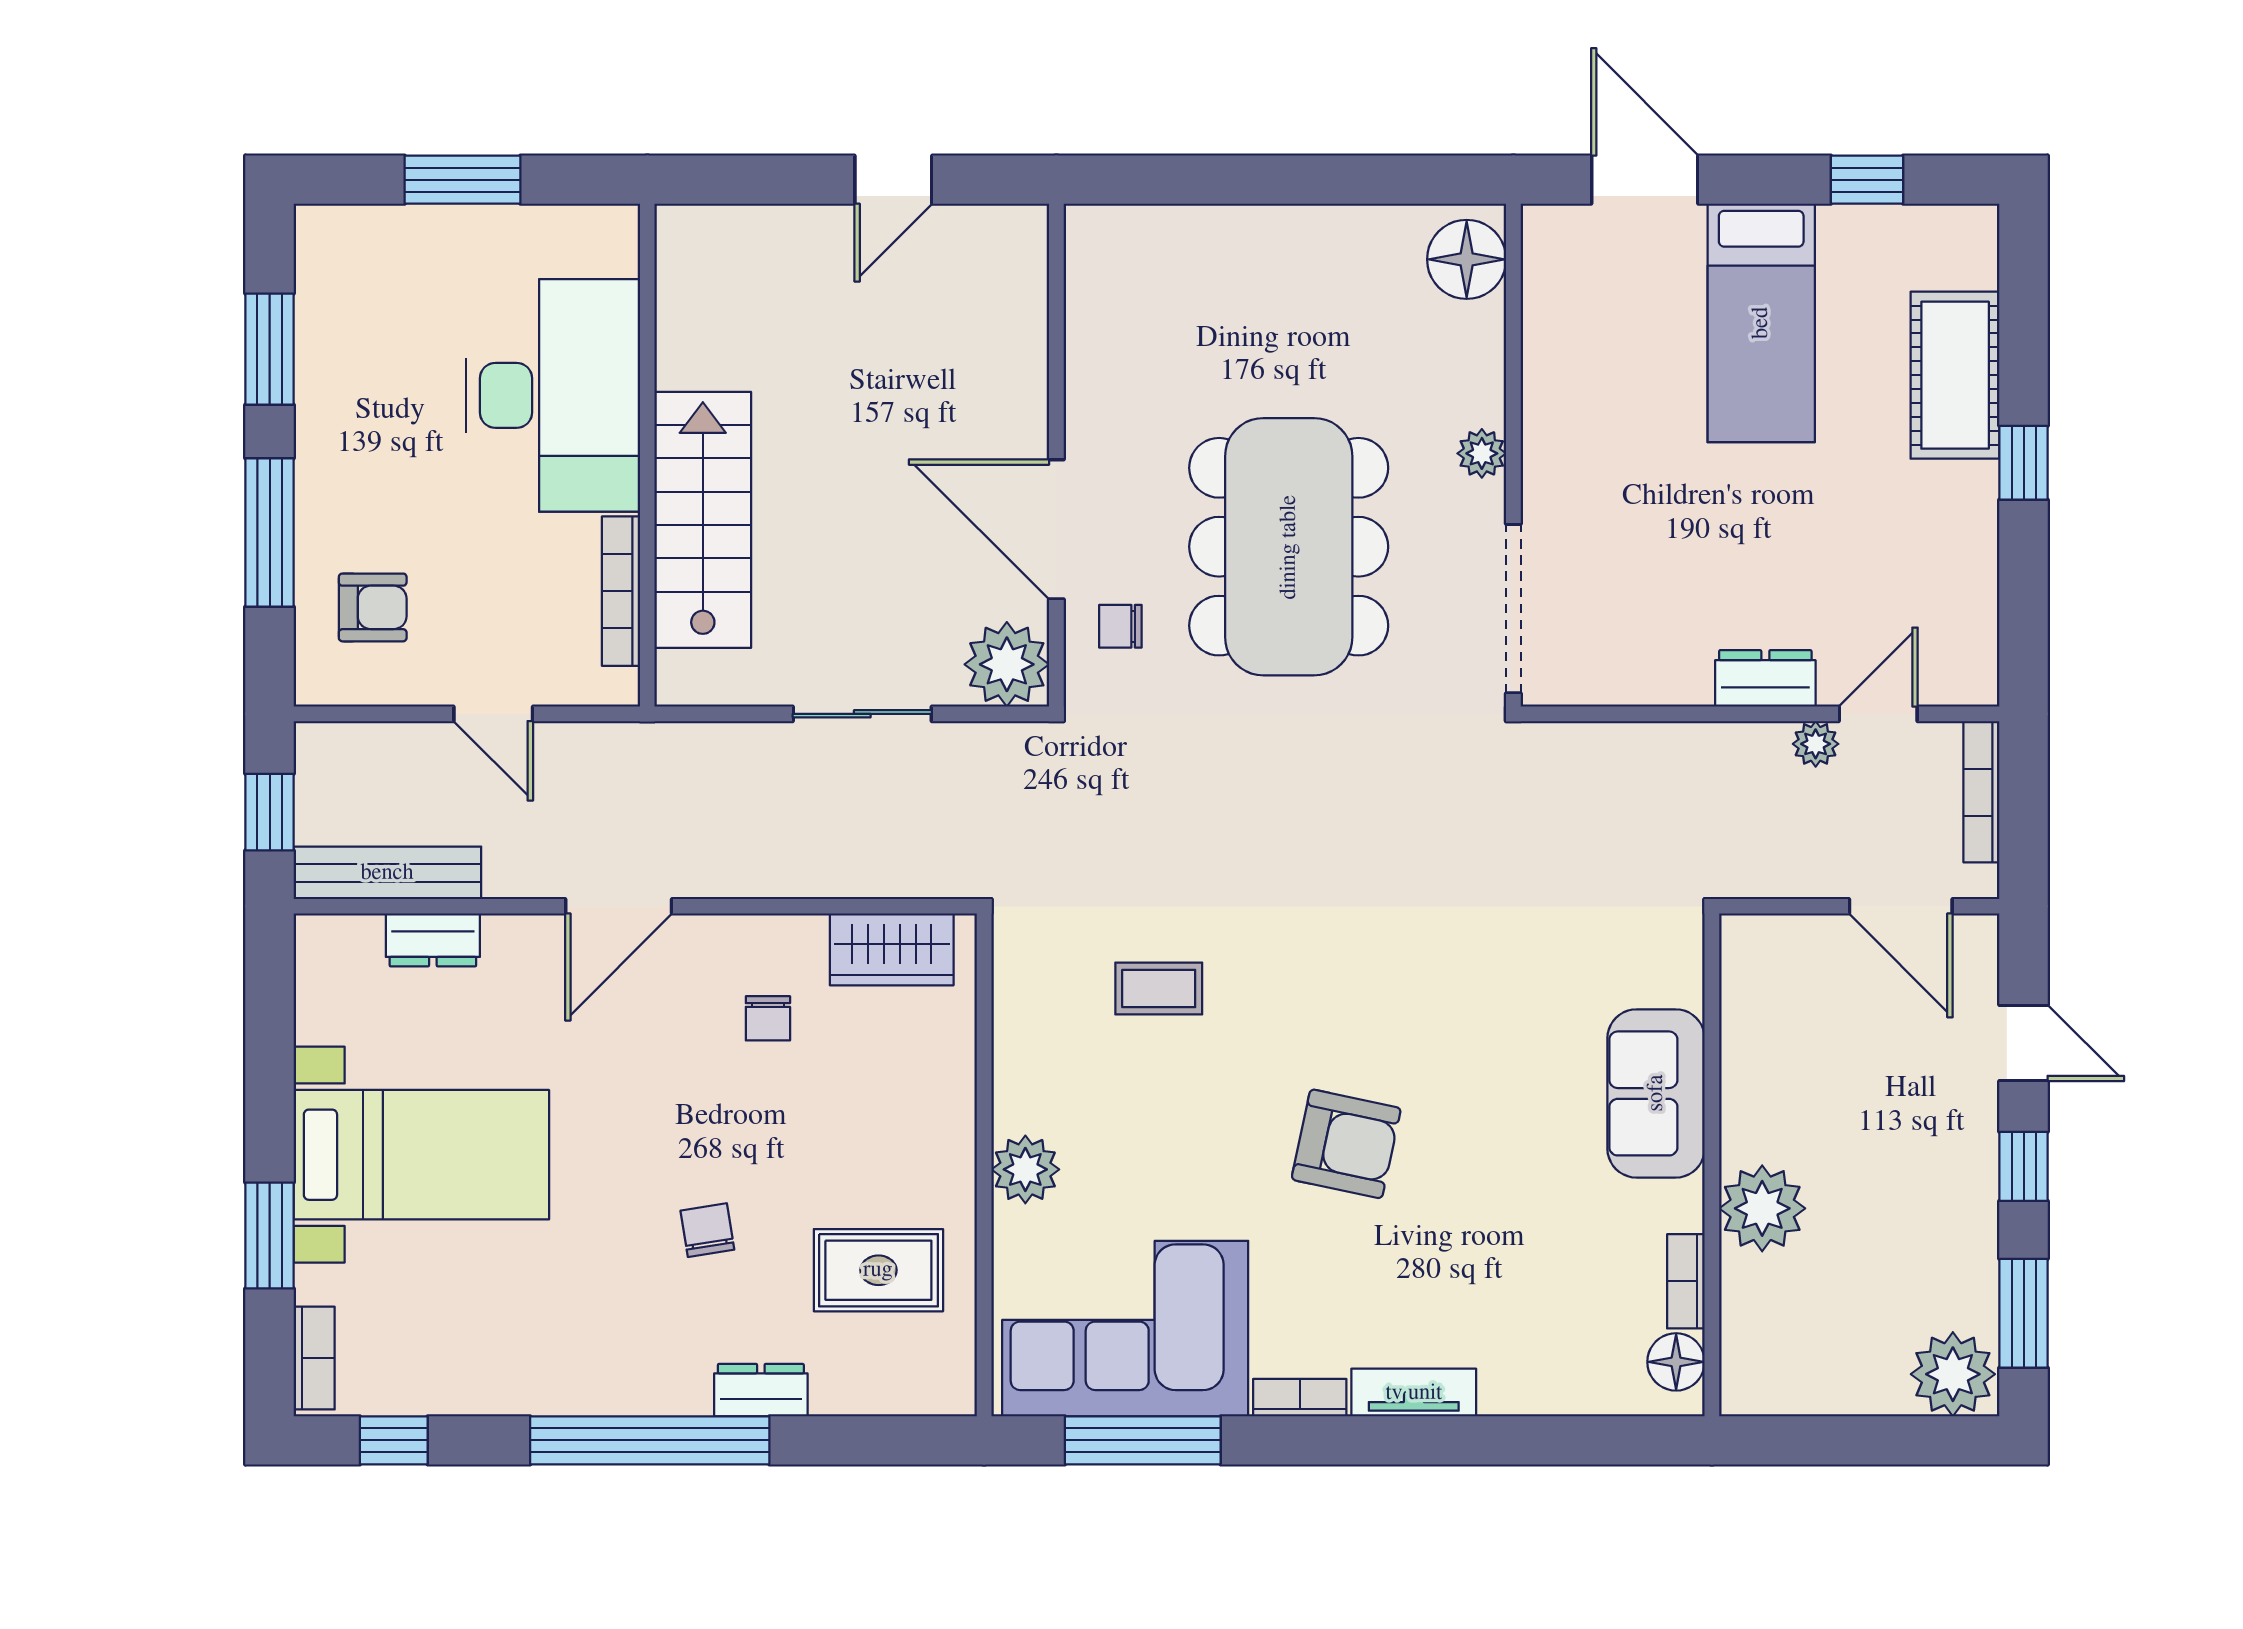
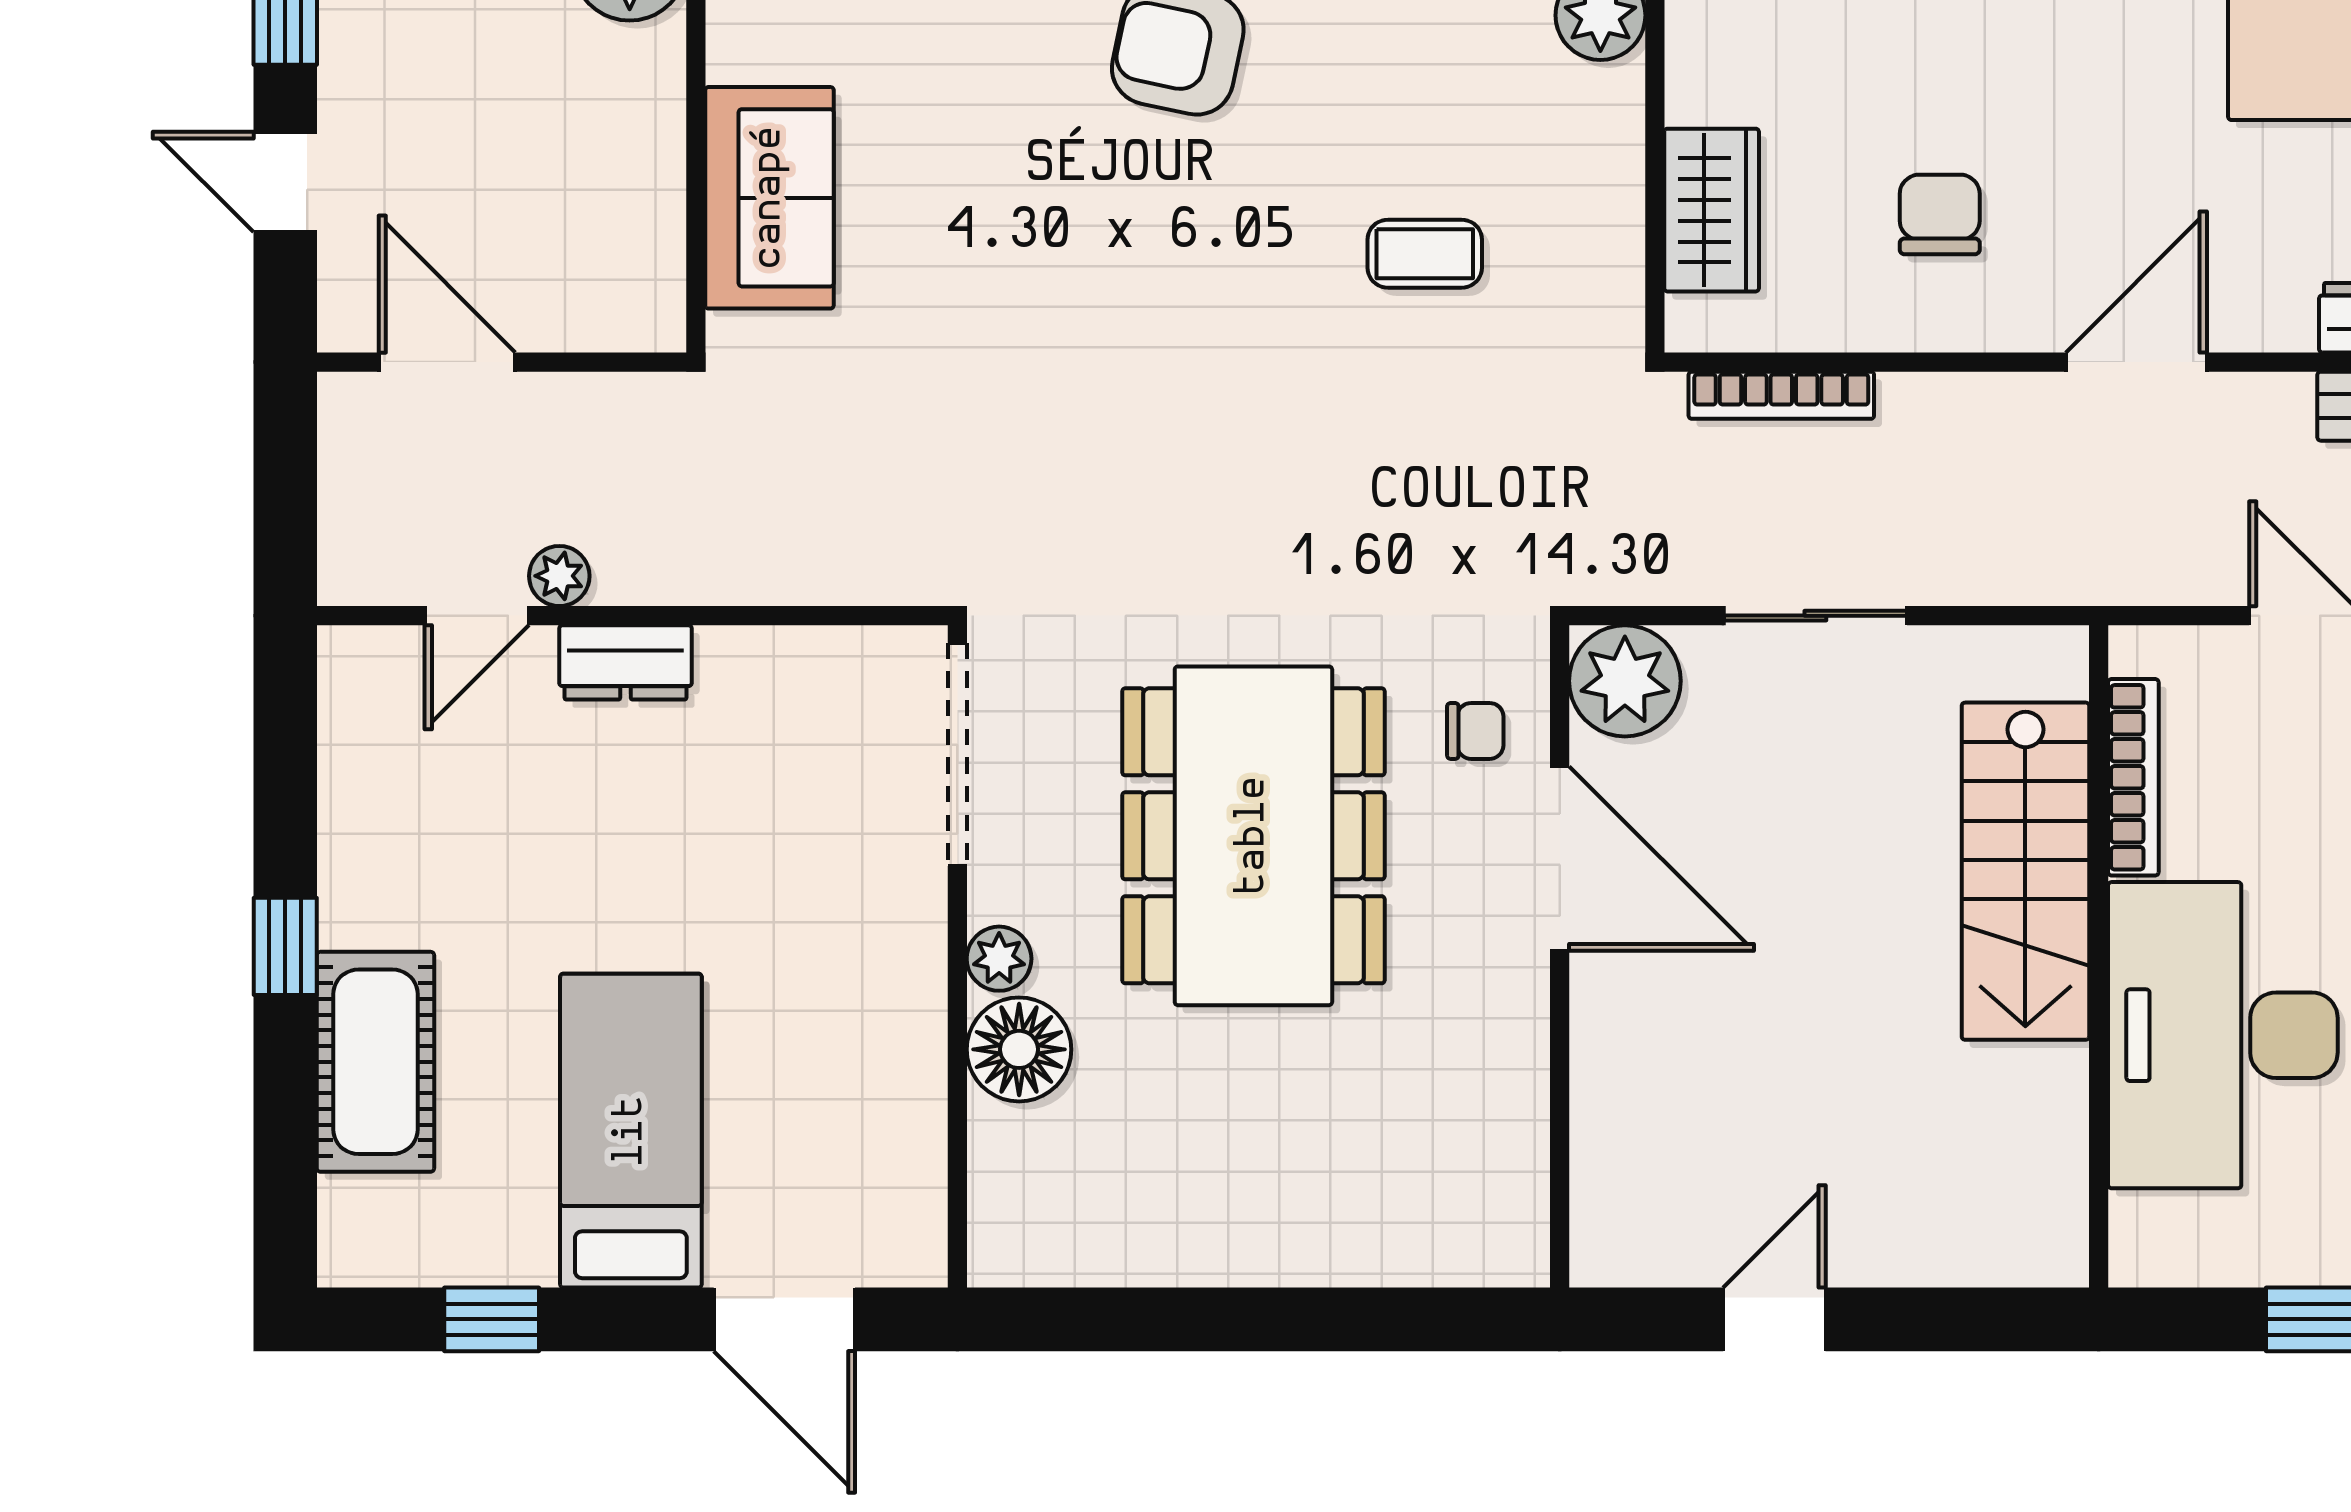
floor lamp: (1467, 259) -> (1019, 1049), moved
bookcase: (1981, 792) -> (1781, 395), moved, turned 90
wardrobe: (892, 949) -> (1712, 210), moved, turned 90
chair: (768, 1018) -> (1940, 214), width x1.37, depth x1.37
sofa: (1656, 1093) -> (769, 198), moved

